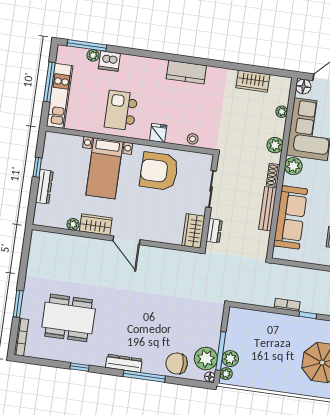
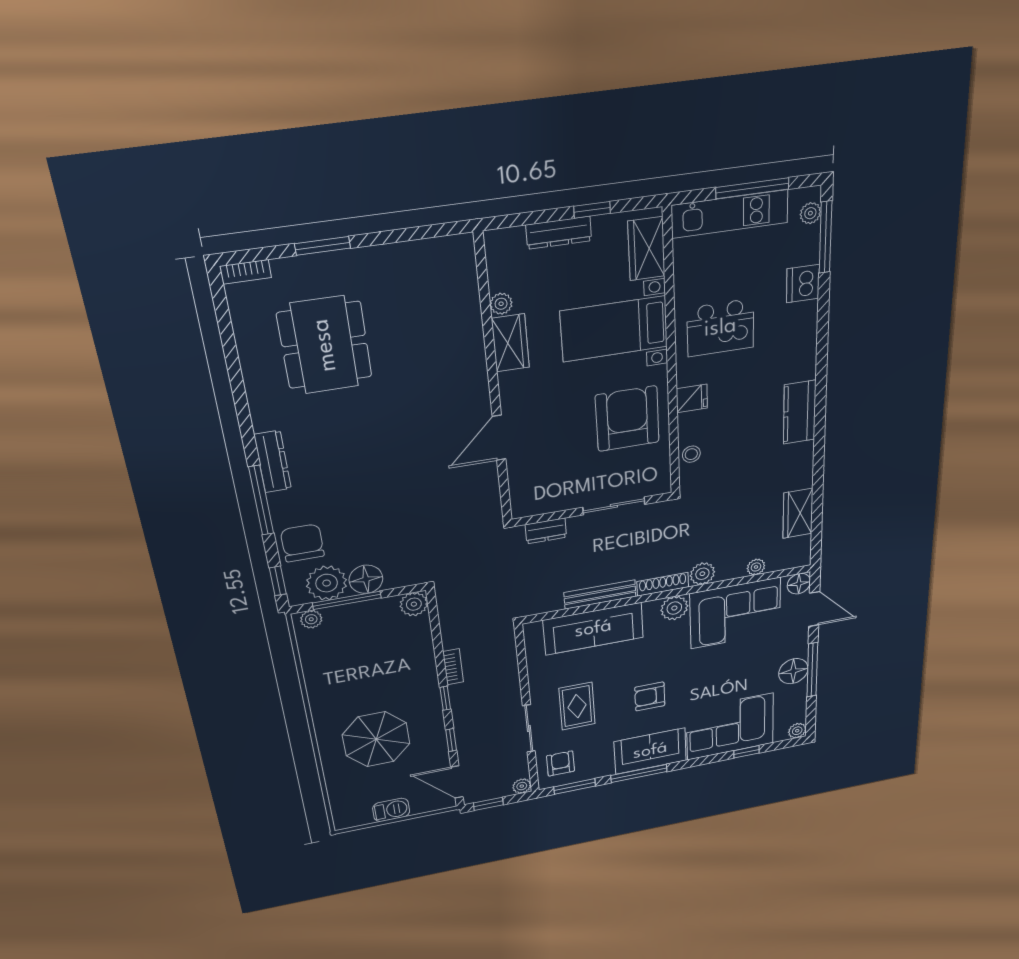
plant: (93, 55) -> (810, 213), moved
kitchen island: (121, 110) -> (720, 328), turned 180
shoe rack: (273, 175) -> (663, 584), width x1.43
wardrobe: (193, 231) -> (646, 249), moved, turned -90
door: (126, 240) -> (499, 438), moved
bookcase: (21, 337) -> (245, 272), width x0.64
plant: (230, 359) -> (414, 604), moved
window: (80, 367) -> (278, 581), moved
floor lamp: (210, 377) -> (366, 579), moved, width x1.89, depth x1.89

